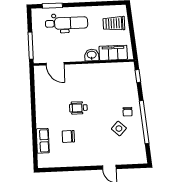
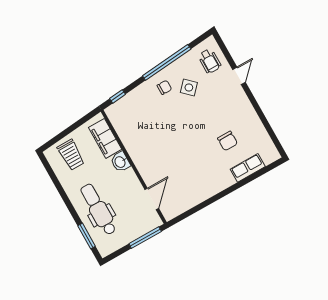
wheelchair: (78, 108) -> (210, 61), moved

